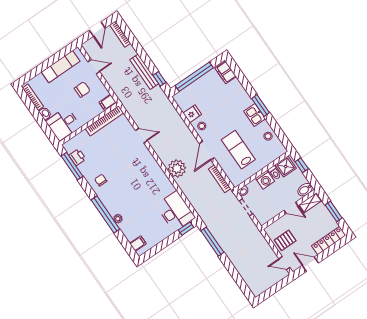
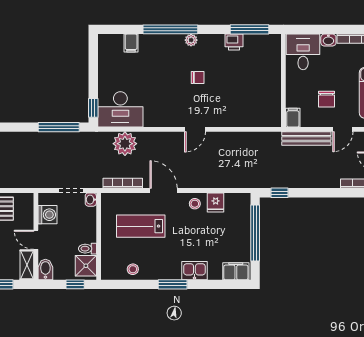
bench: (144, 72) -> (306, 139), moved
kitchen sink: (255, 115) -> (194, 271), moved
bookcase: (104, 121) -> (275, 100), removed
door: (141, 136) -> (195, 129), moved
lab bench: (238, 150) -> (141, 226), turned 180
printer: (77, 157) -> (234, 42), moved
plant: (177, 168) -> (125, 144), moved
chair: (101, 180) -> (198, 77), moved
washing machine: (265, 180) -> (48, 215), moved, turned 180
door: (291, 208) -> (36, 240), hinge flipped
plant: (118, 219) -> (191, 40), moved
filing cabinet: (138, 244) -> (131, 43), moved

